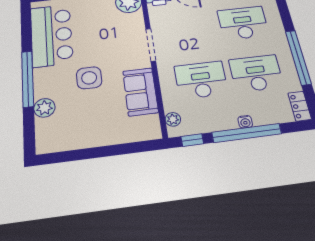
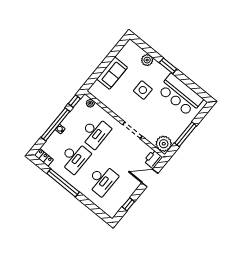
window: (28, 79) -> (168, 66), width x0.47
sofa: (140, 92) -> (112, 73), moved, turned 90

